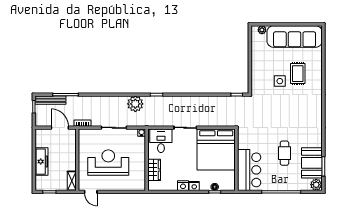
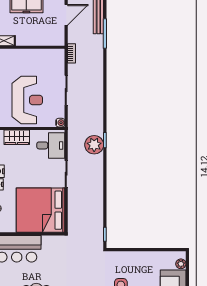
plant: (135, 104) -> (94, 145), moved
door: (60, 128) -> (66, 15), moved
reception desk: (108, 163) -> (27, 100), moved

